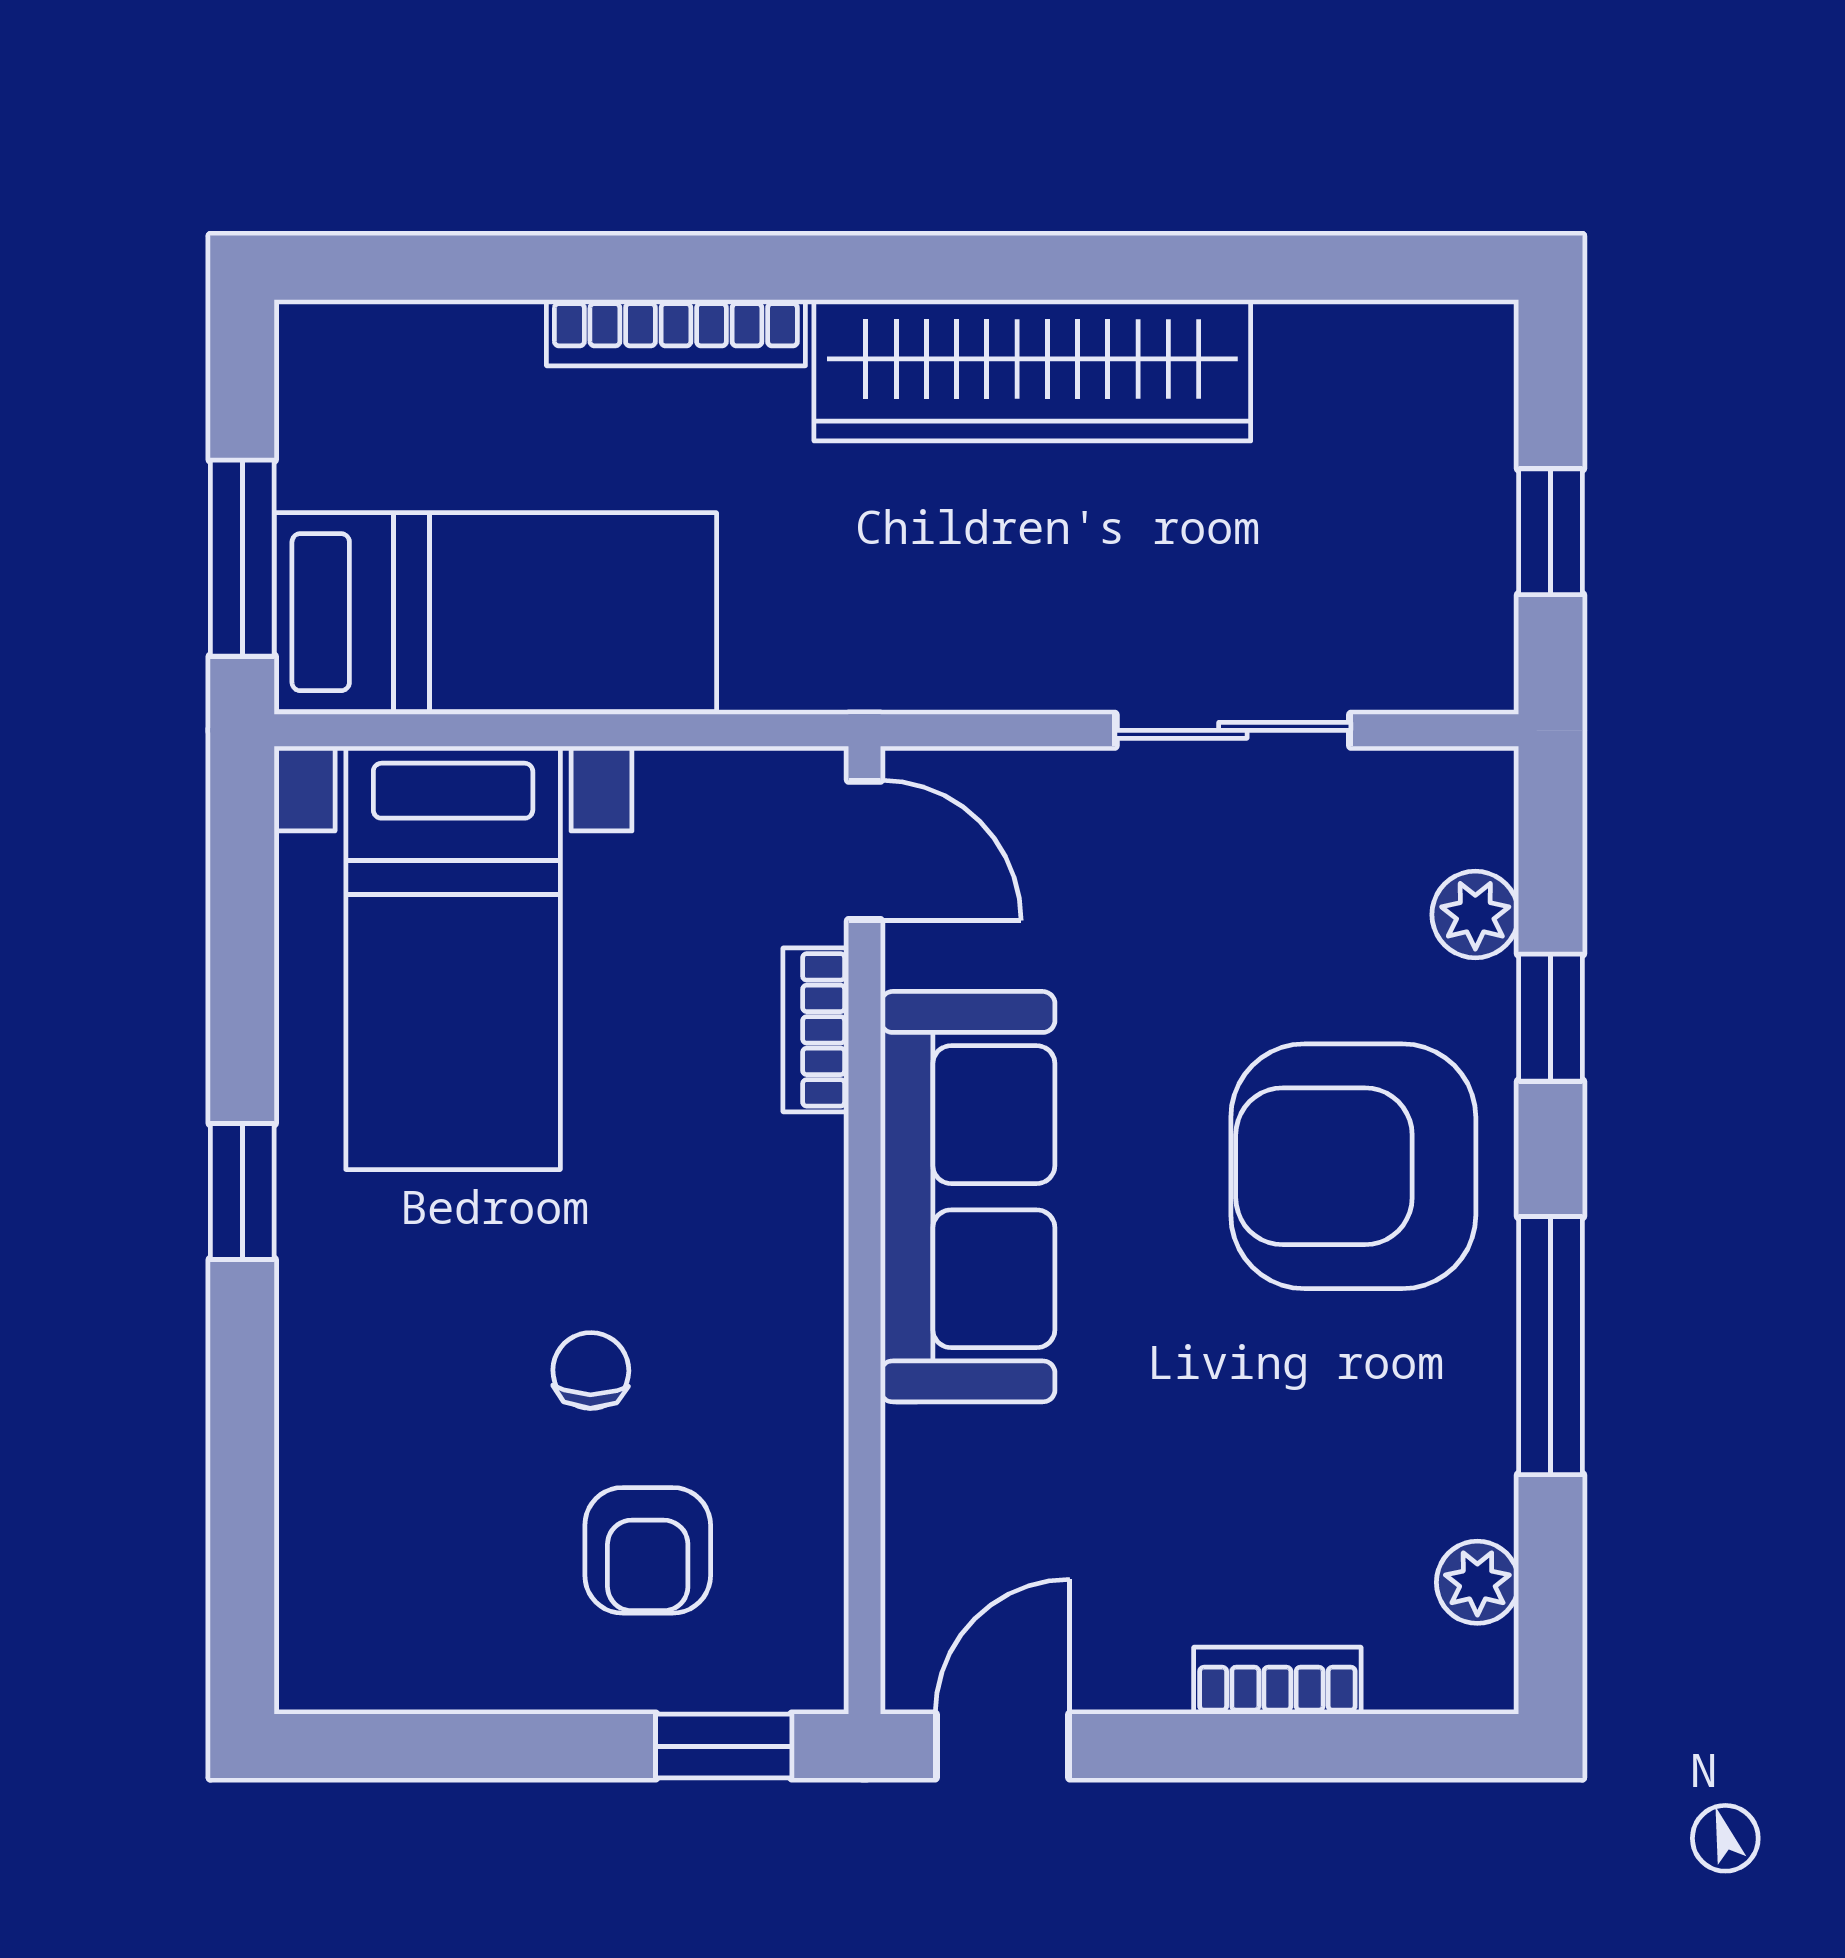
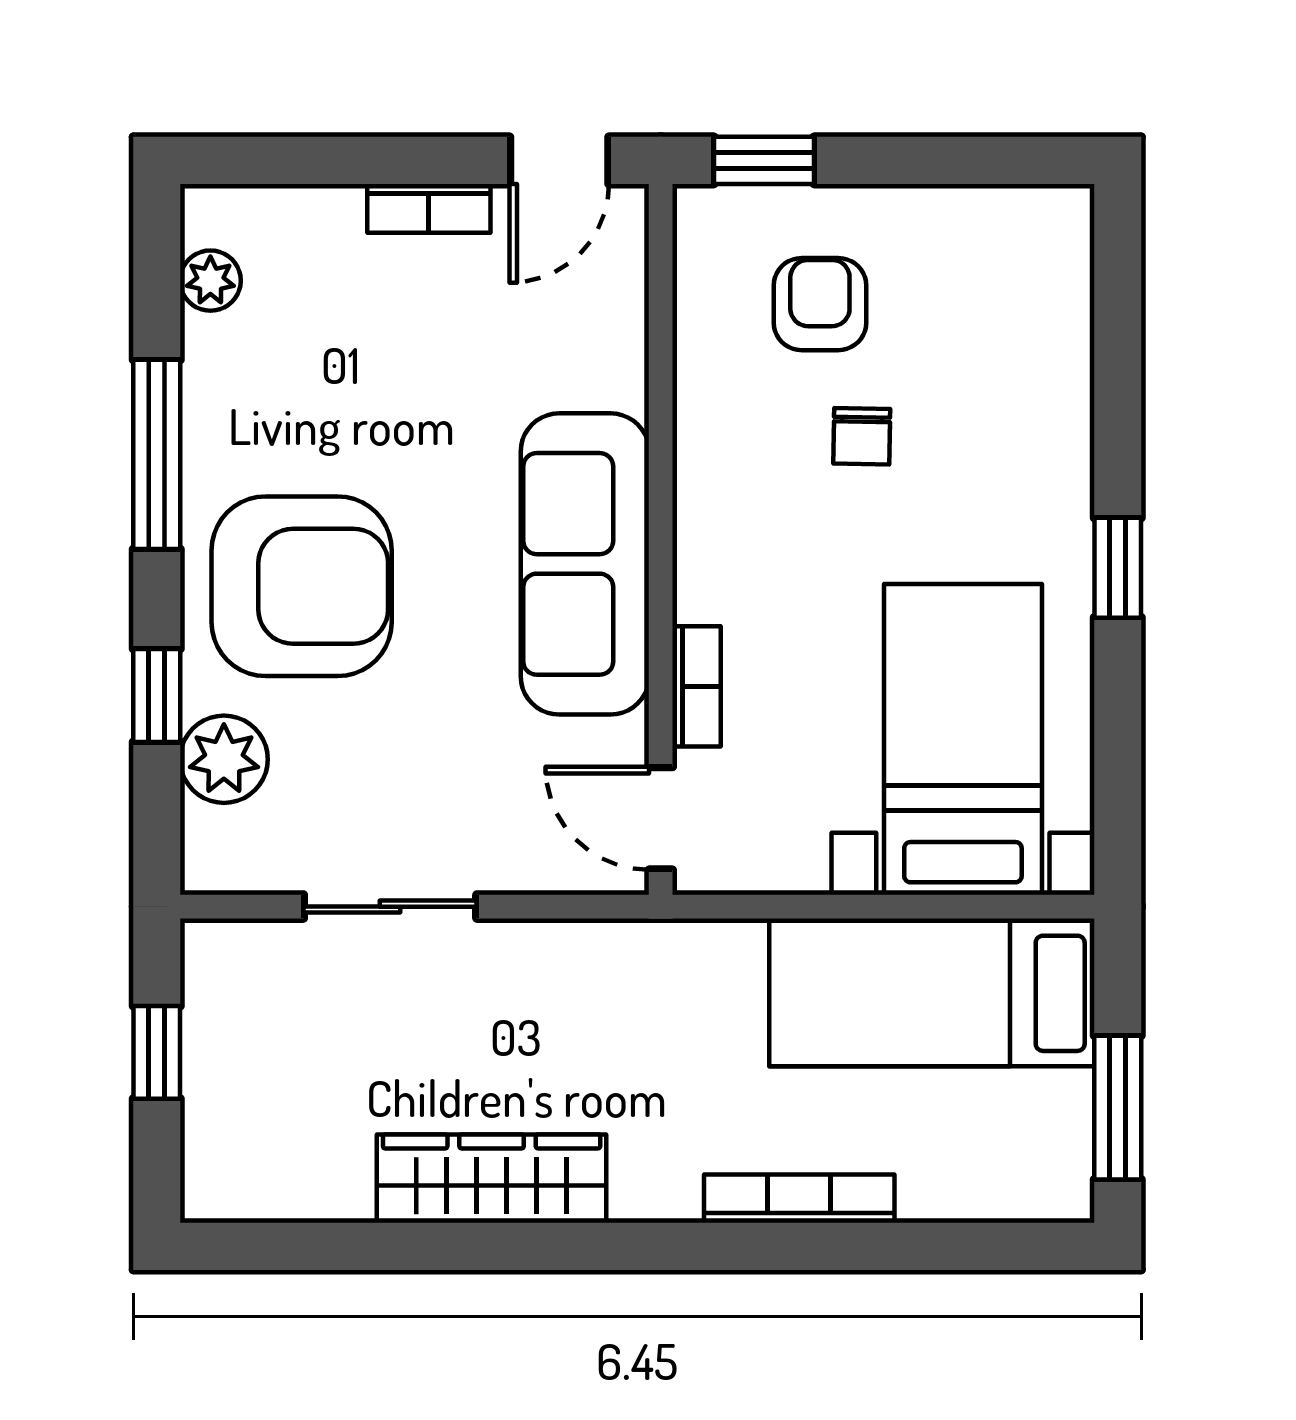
wardrobe: (1032, 370) -> (492, 1179), width x0.71, depth x0.85
window: (242, 558) -> (1118, 1108), moved
plant: (1475, 915) -> (224, 759), width x1.38, depth x1.38
bookcase: (1277, 1681) -> (429, 208), moved

